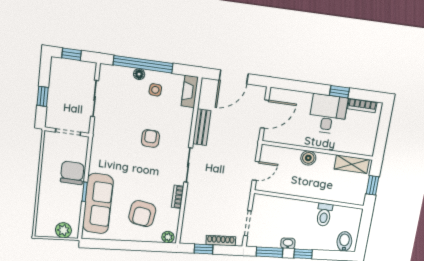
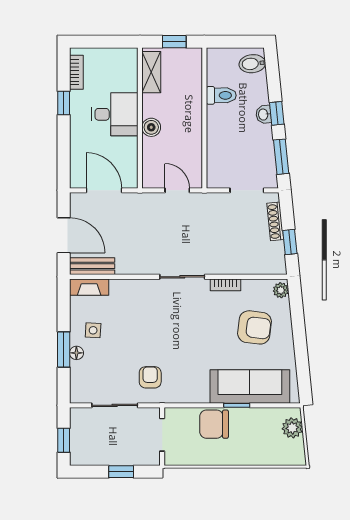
window: (143, 64) -> (64, 350), width x0.47
desk: (328, 114) -> (115, 114), moved, turned 180
bench: (202, 127) -> (92, 266), moved
armchair: (150, 139) -> (150, 377), moved, turned 90
washbasin: (288, 243) -> (264, 114), moved

